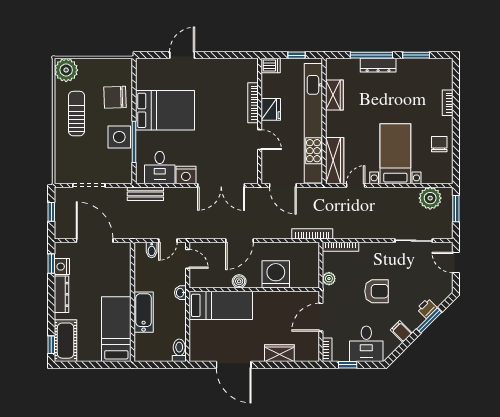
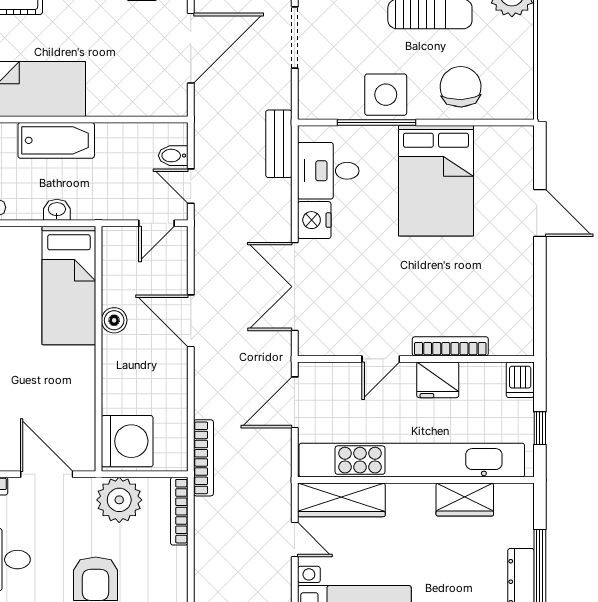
washing machine: (276, 274) -> (127, 441), moved
plant: (329, 279) -> (119, 500), width x1.88, depth x1.88
washbasin: (180, 293) -> (57, 210), moved

